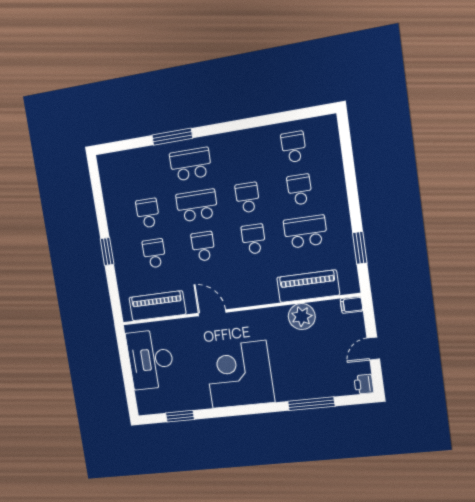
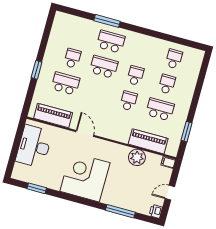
school desk: (203, 246) -> (97, 92), removed
school desk: (154, 253) -> (65, 84), width x1.85

